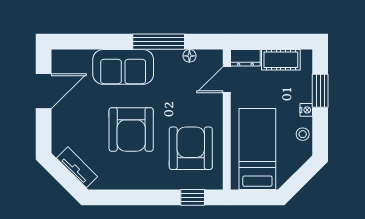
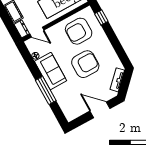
window: (159, 42) -> (46, 90), moved
sofa: (123, 67) -> (51, 71), moved
door: (44, 91) -> (100, 110), moved

